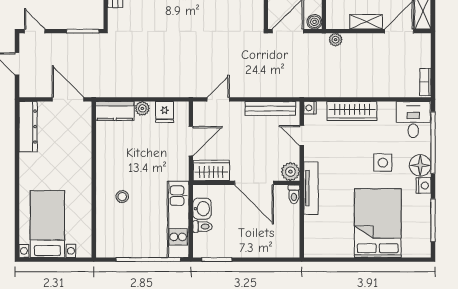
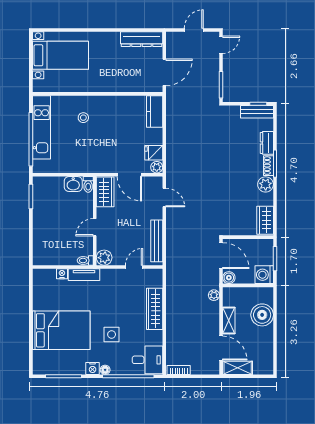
plant: (142, 108) -> (157, 167), moved
nightstand: (310, 108) -> (62, 274), moved
floor lamp: (420, 165) -> (105, 370), width x0.53, depth x0.53
door: (254, 183) -> (95, 227), width x0.53
tv unit: (311, 188) -> (84, 275), width x0.71
kitchen unit: (178, 219) -> (42, 127), moved, turned 90
toilet: (202, 227) -> (88, 184), moved

